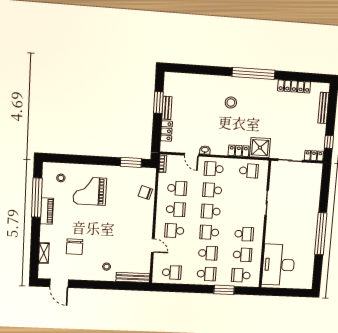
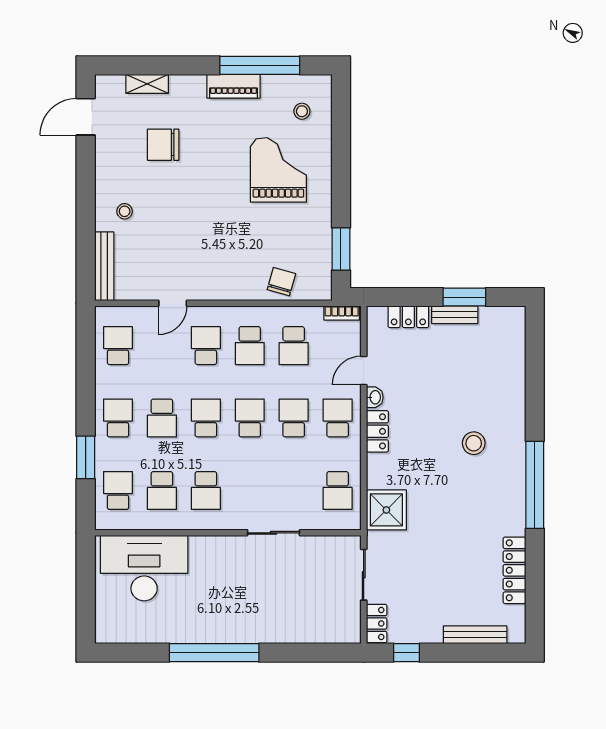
locker: (239, 151) -> (377, 431), moved
school desk: (172, 272) -> (118, 346), turned 180
school desk: (206, 274) -> (118, 418), turned 180

